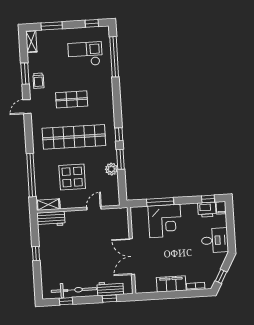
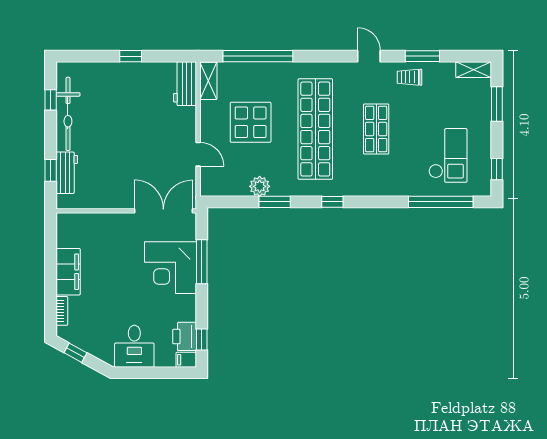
window: (119, 134) -> (332, 202), moved
double door: (132, 256) -> (163, 211), moved

